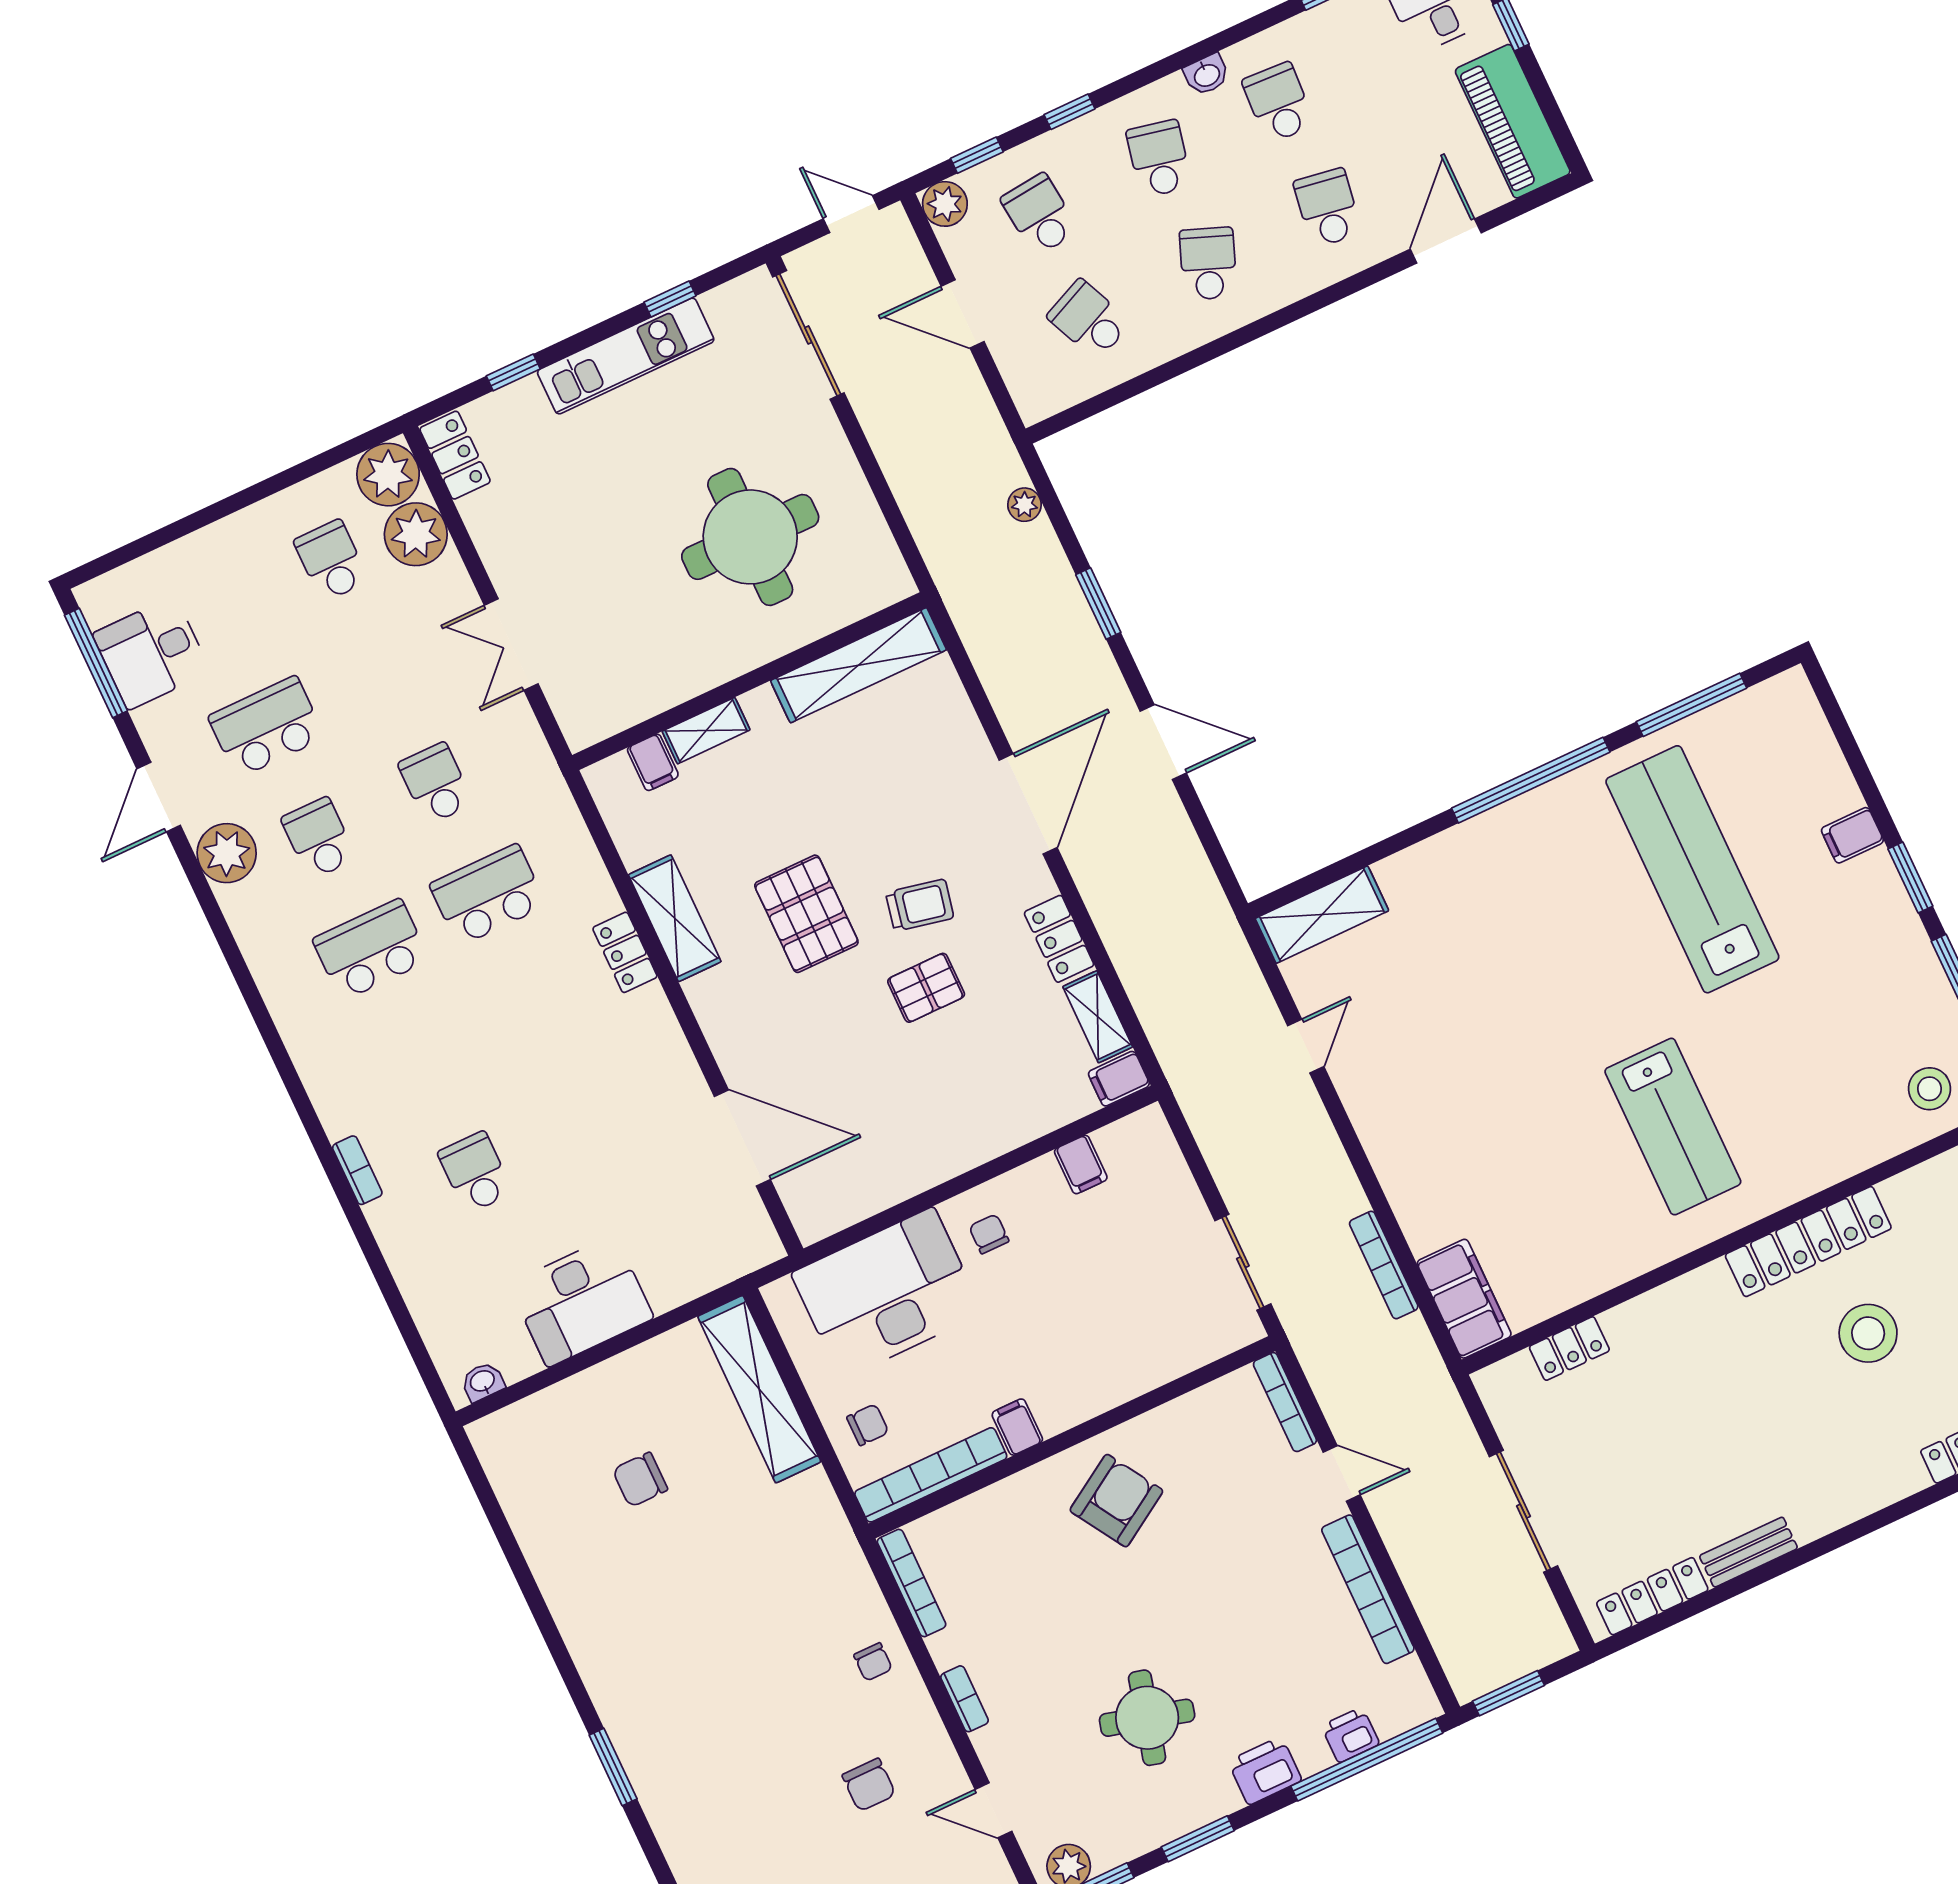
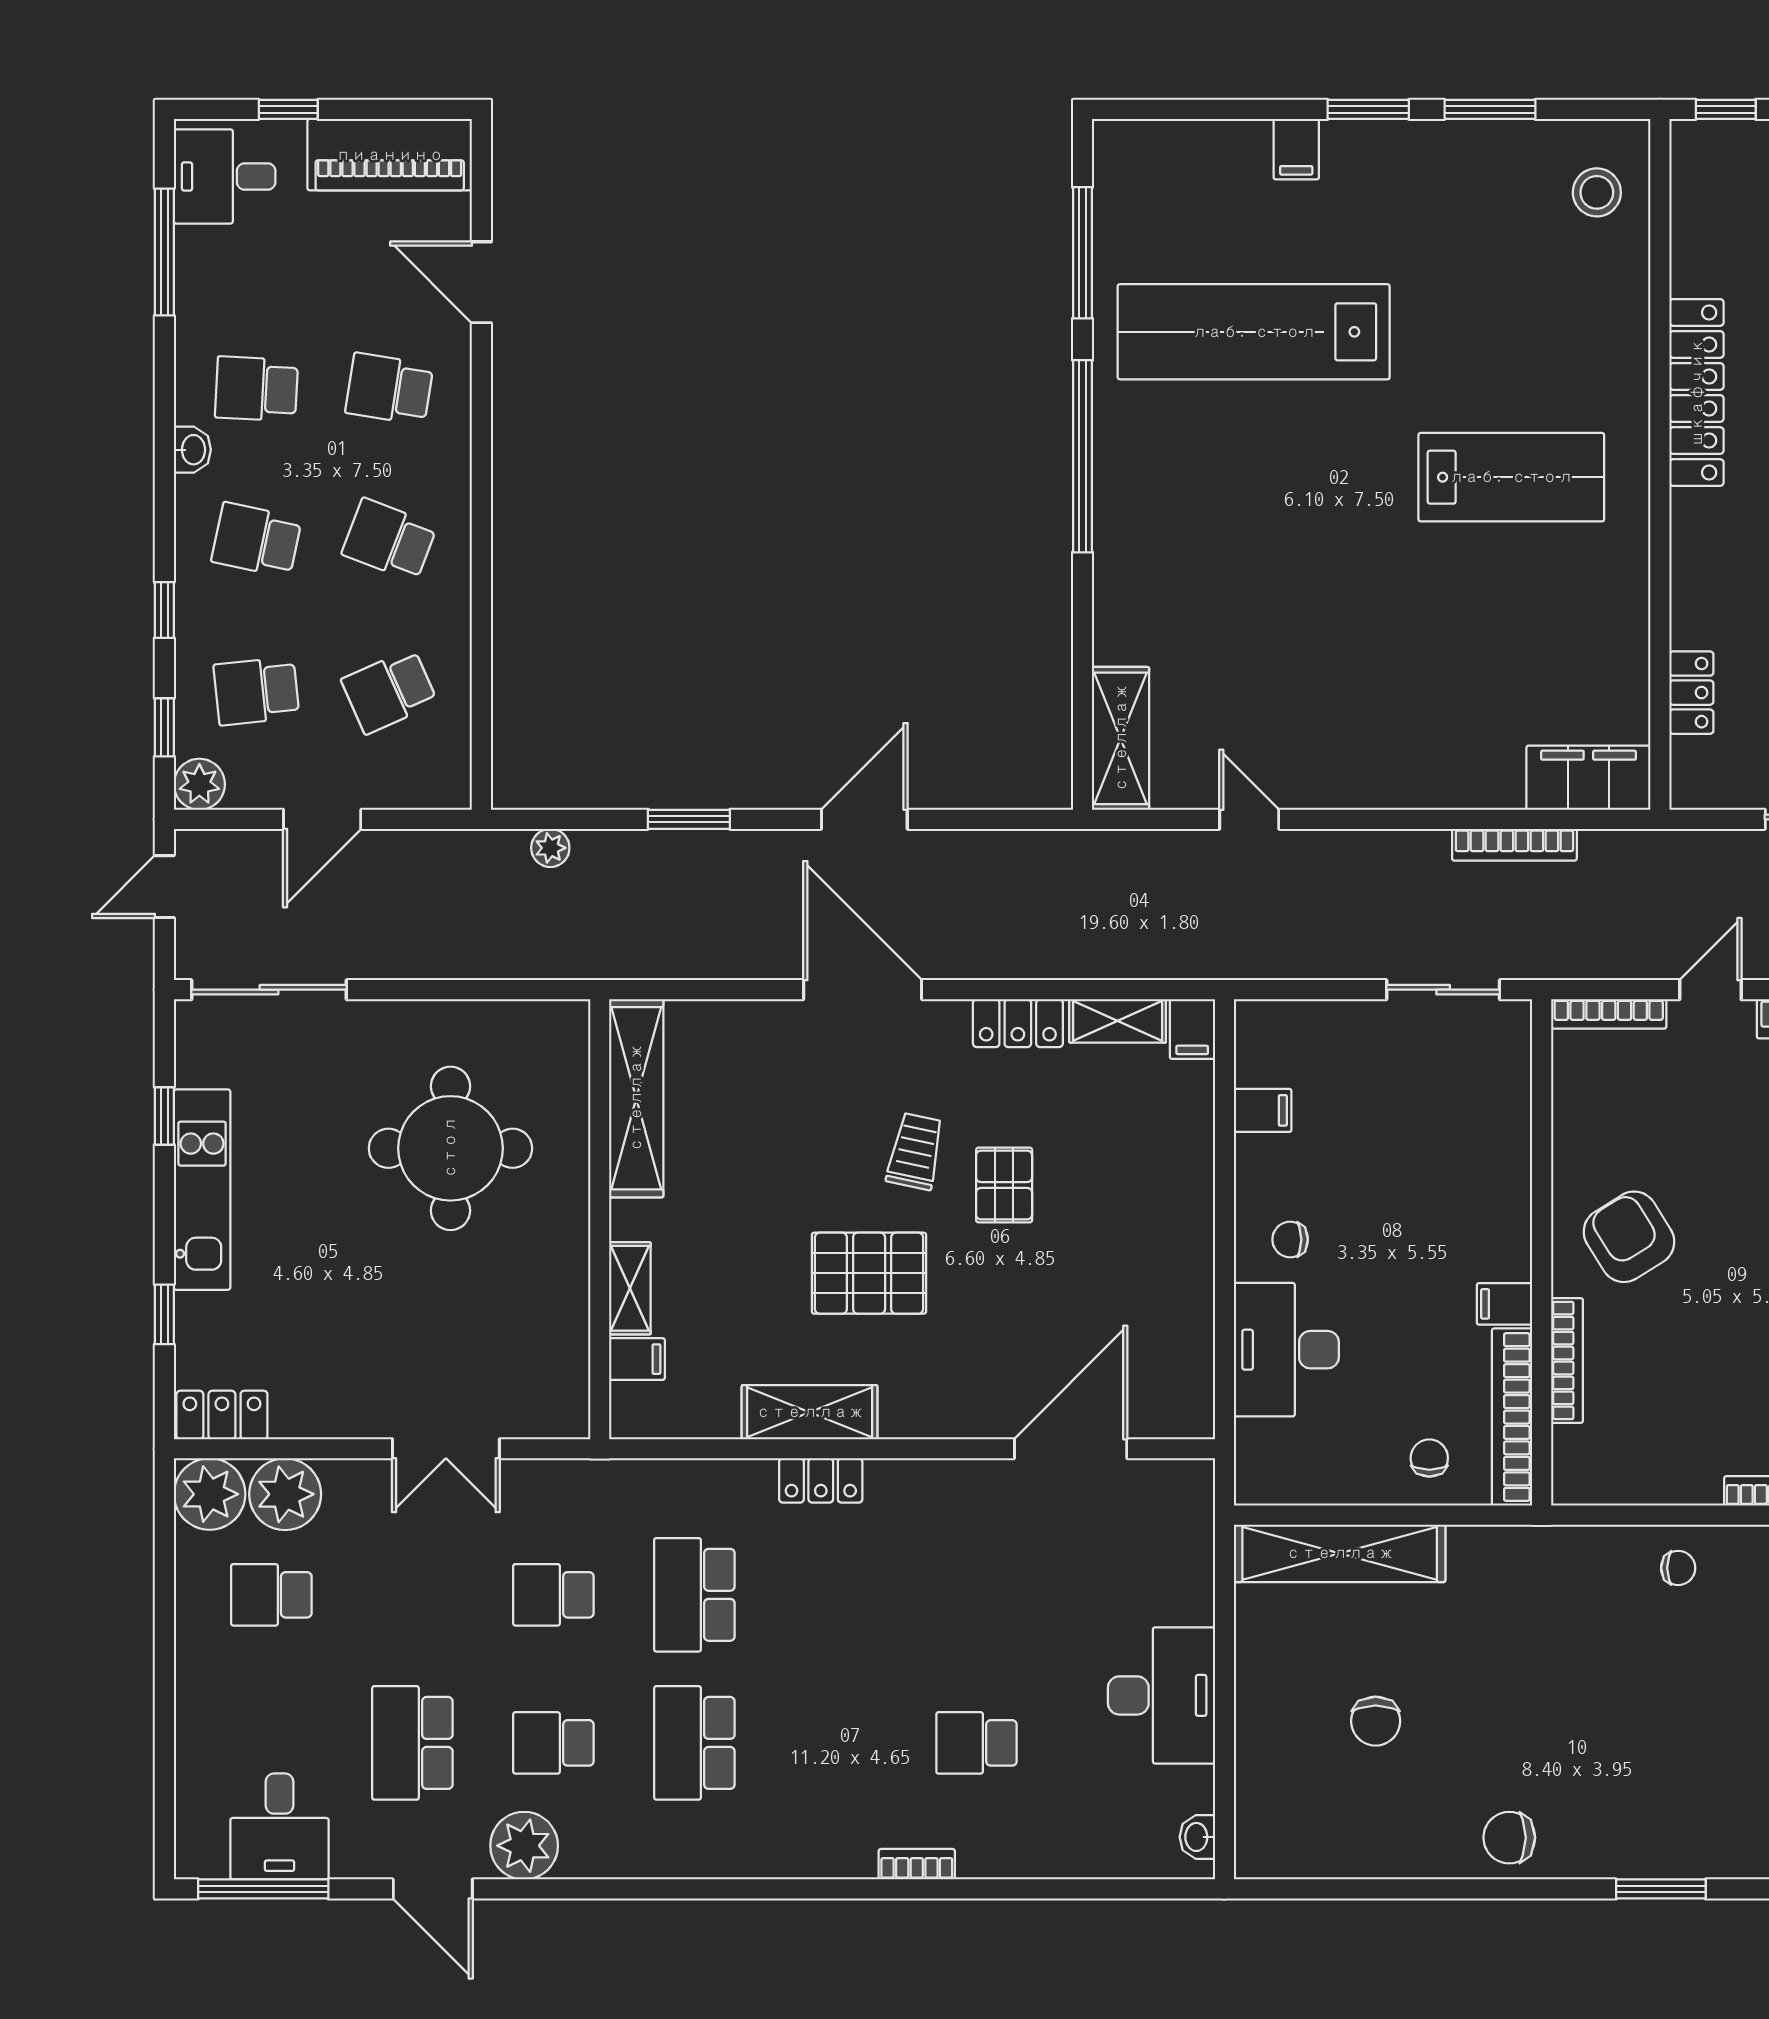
desk: (887, 1293) -> (1286, 1350), width x0.73, depth x0.77
bookcase: (911, 1583) -> (1567, 1360), moved, turned 90
chair: (598, 1628) -> (1509, 1838), added

